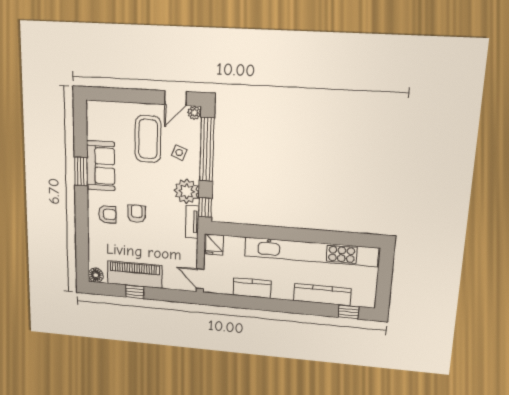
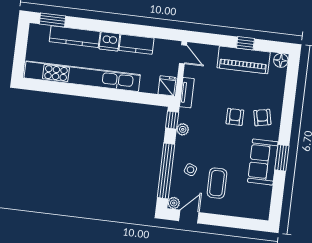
coffee table: (148, 139) -> (217, 183), width x0.73, depth x0.76
plant: (187, 191) -> (183, 129), width x0.53, depth x0.53
armchair: (107, 214) -> (262, 118), turned 78
armchair: (137, 214) -> (235, 117), turned 180
tv unit: (192, 222) -> (187, 93), moved
dishwasher: (282, 290) -> (109, 41), added
window: (349, 312) -> (53, 20), width x1.50

